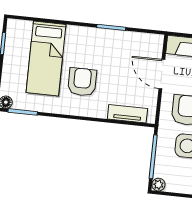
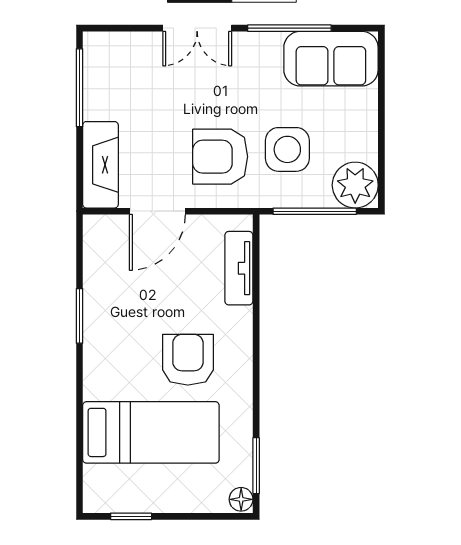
armchair: (82, 82) -> (188, 360), turned 90
plant: (158, 185) -> (355, 185), width x1.88, depth x1.88

